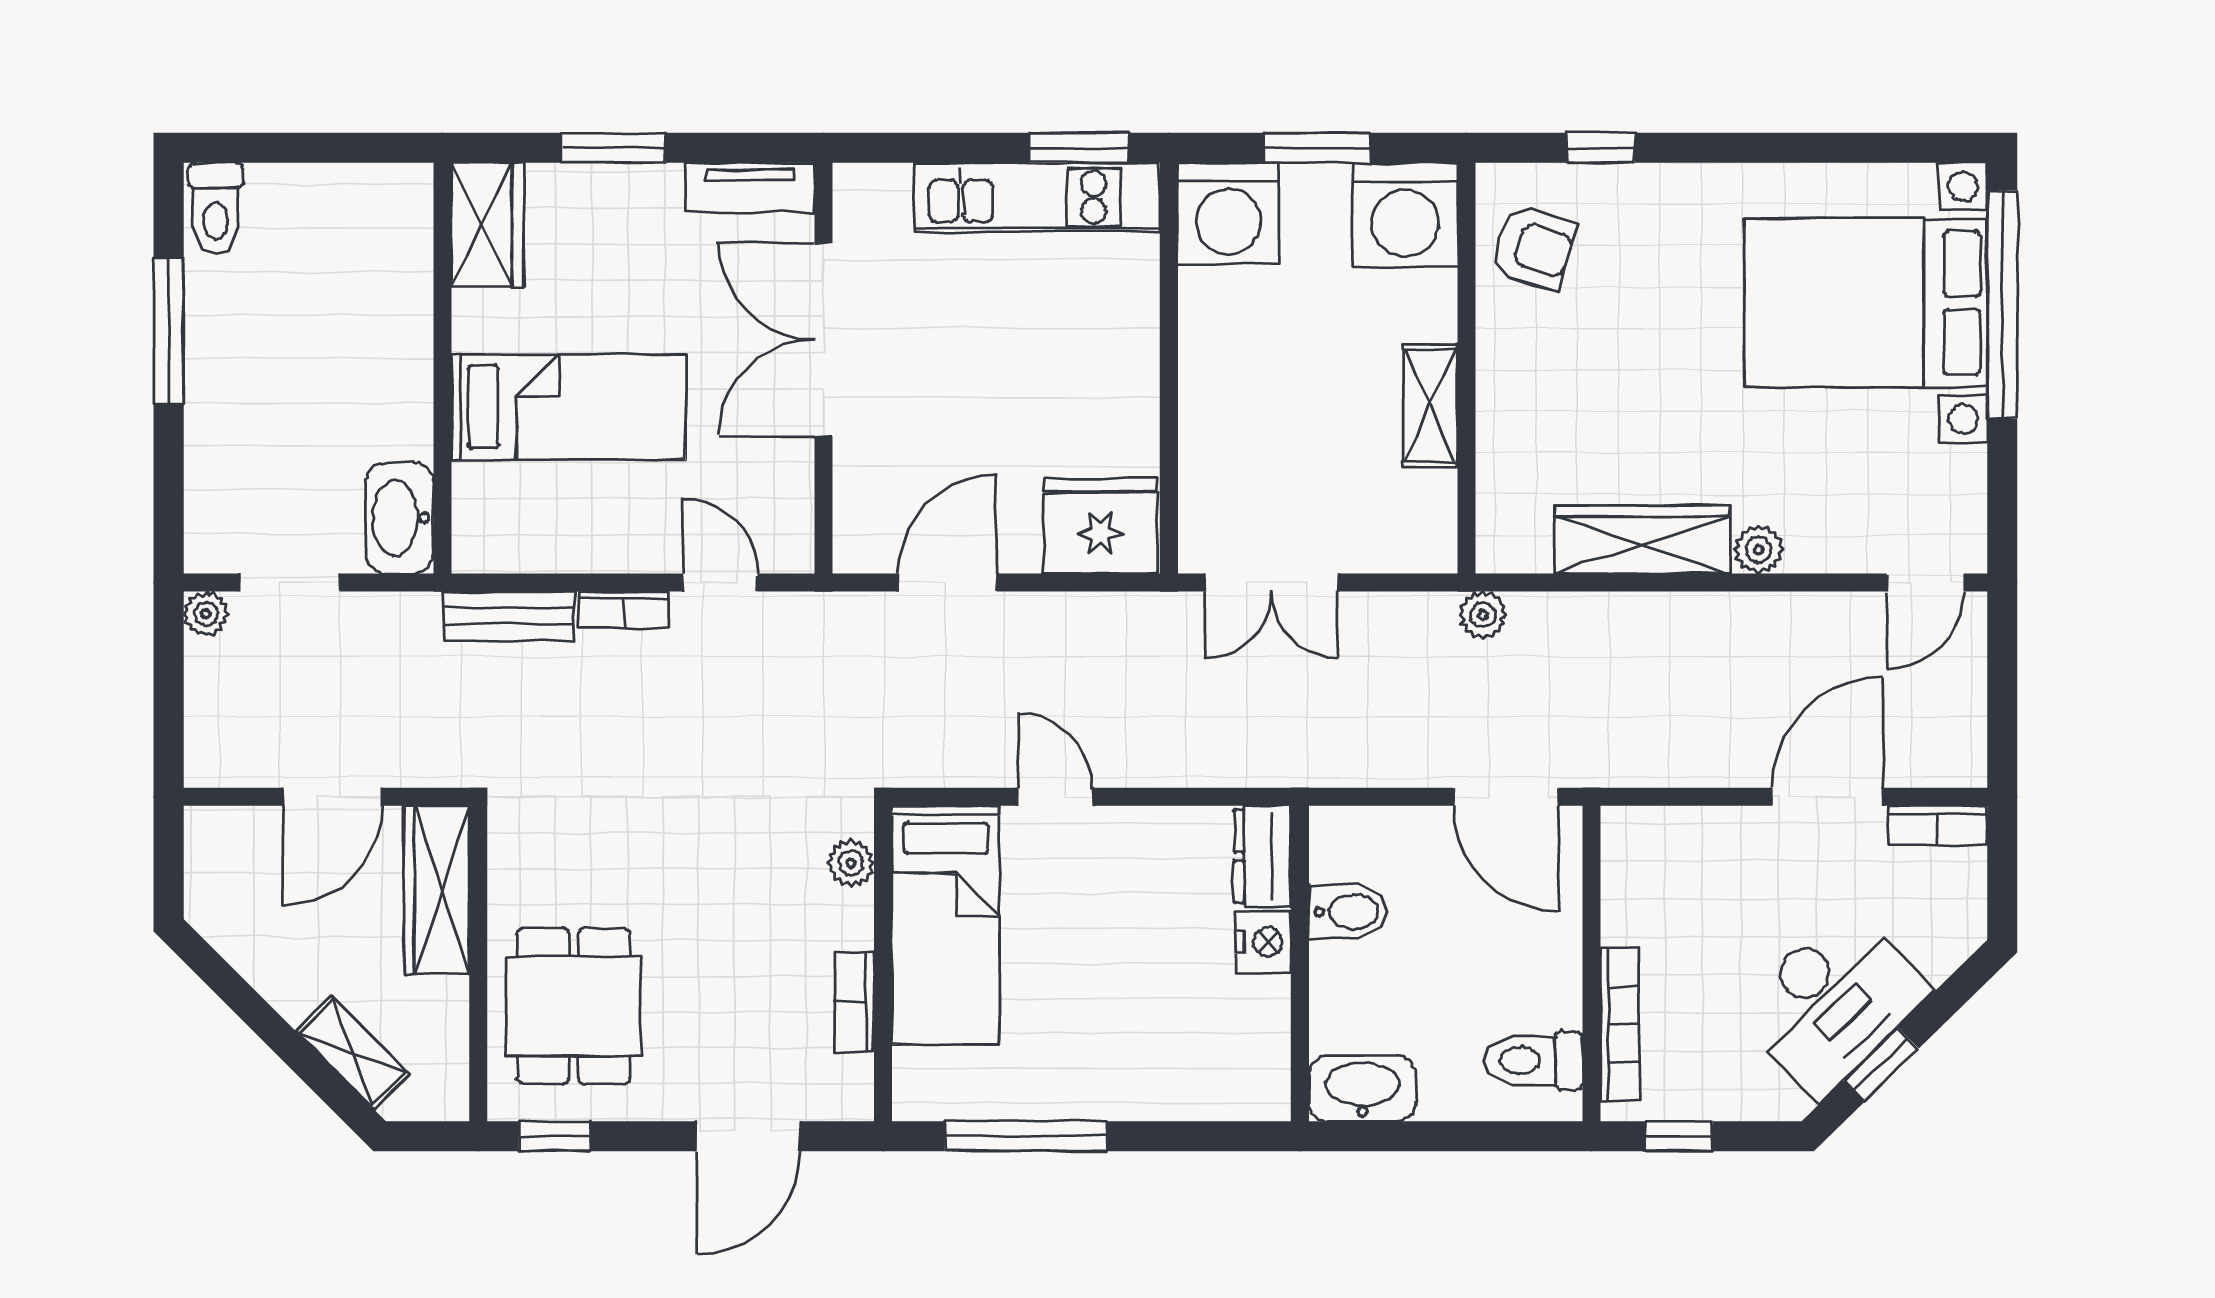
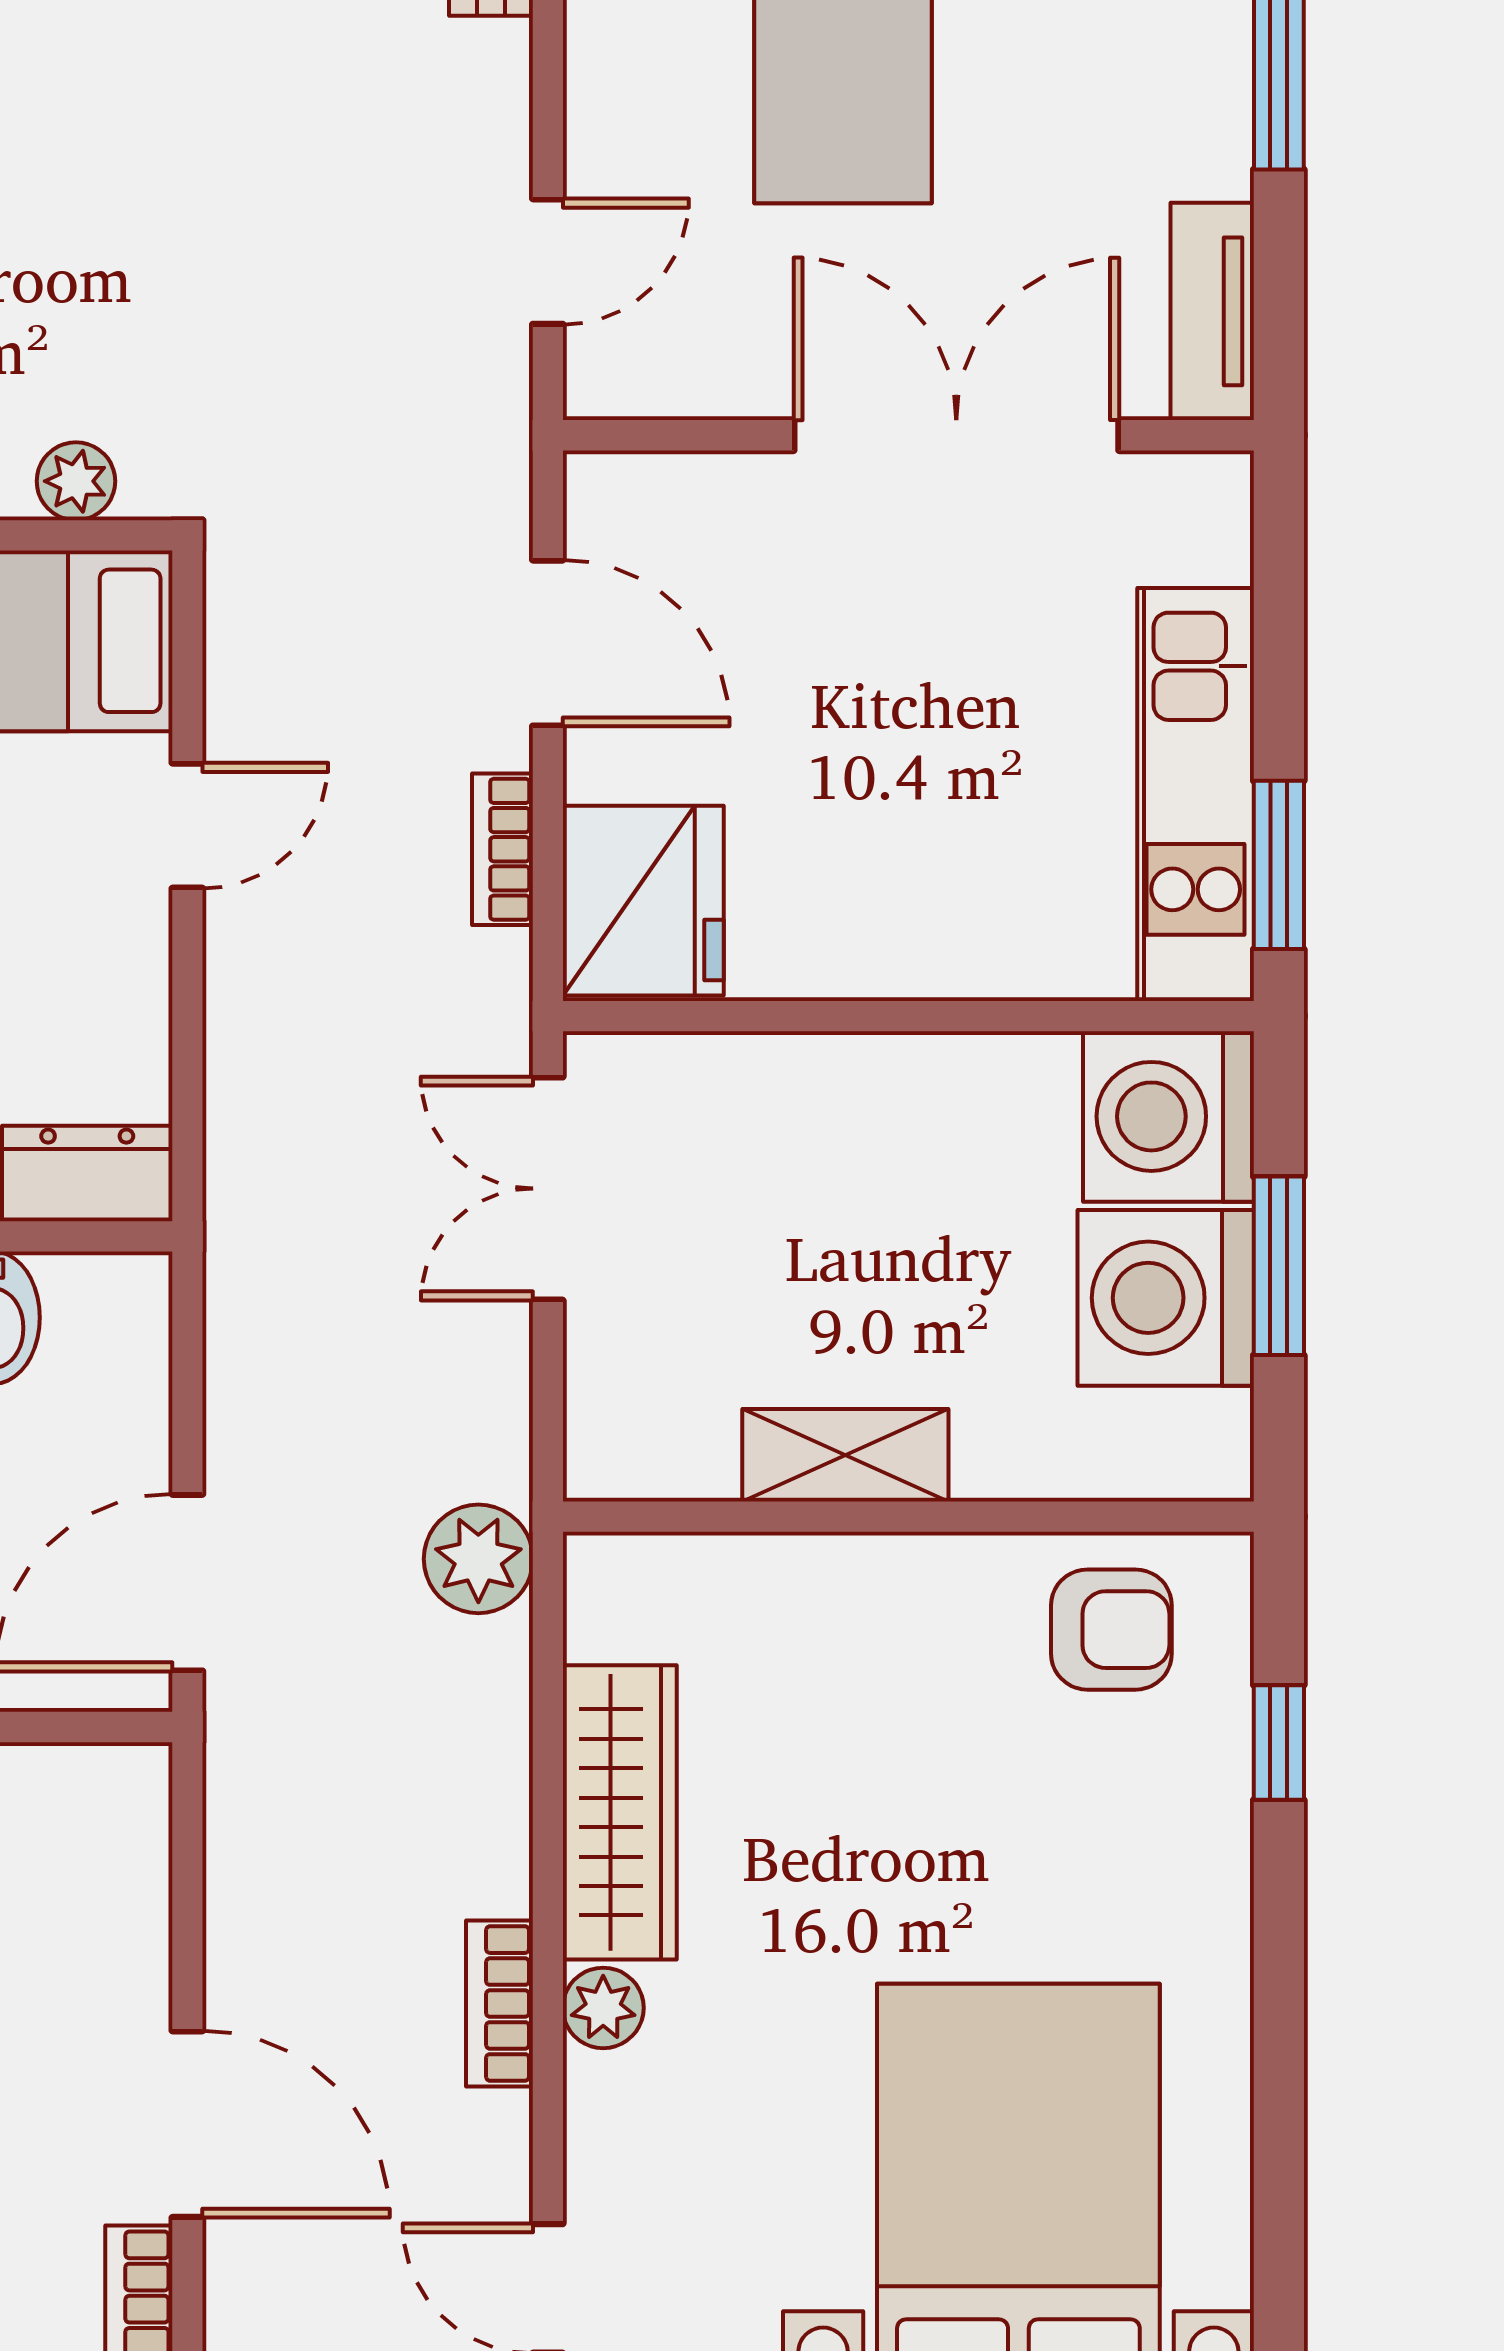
washing machine: (1405, 215) -> (1166, 1298), moved
armchair: (1534, 247) -> (1111, 1630), turned -107
bookcase: (624, 609) -> (502, 849), moved
bookcase: (1756, 611) -> (500, 2004), added
plant: (1483, 615) -> (478, 1559), width x1.38, depth x1.38

